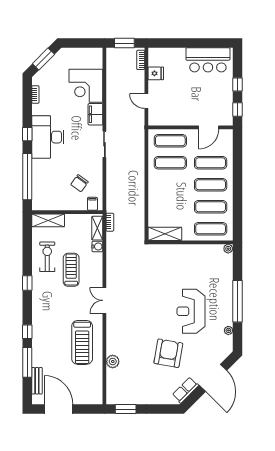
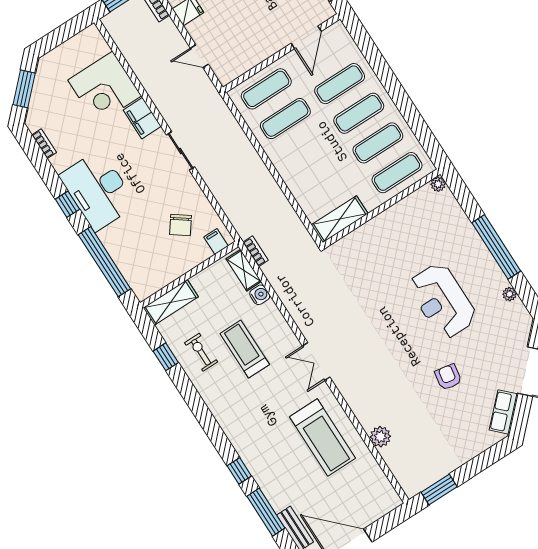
exercise bike: (47, 257) -> (201, 352), width x0.73, depth x0.72
window: (27, 283) -> (166, 357), moved
armchair: (168, 353) -> (448, 377), width x0.53, depth x0.53

